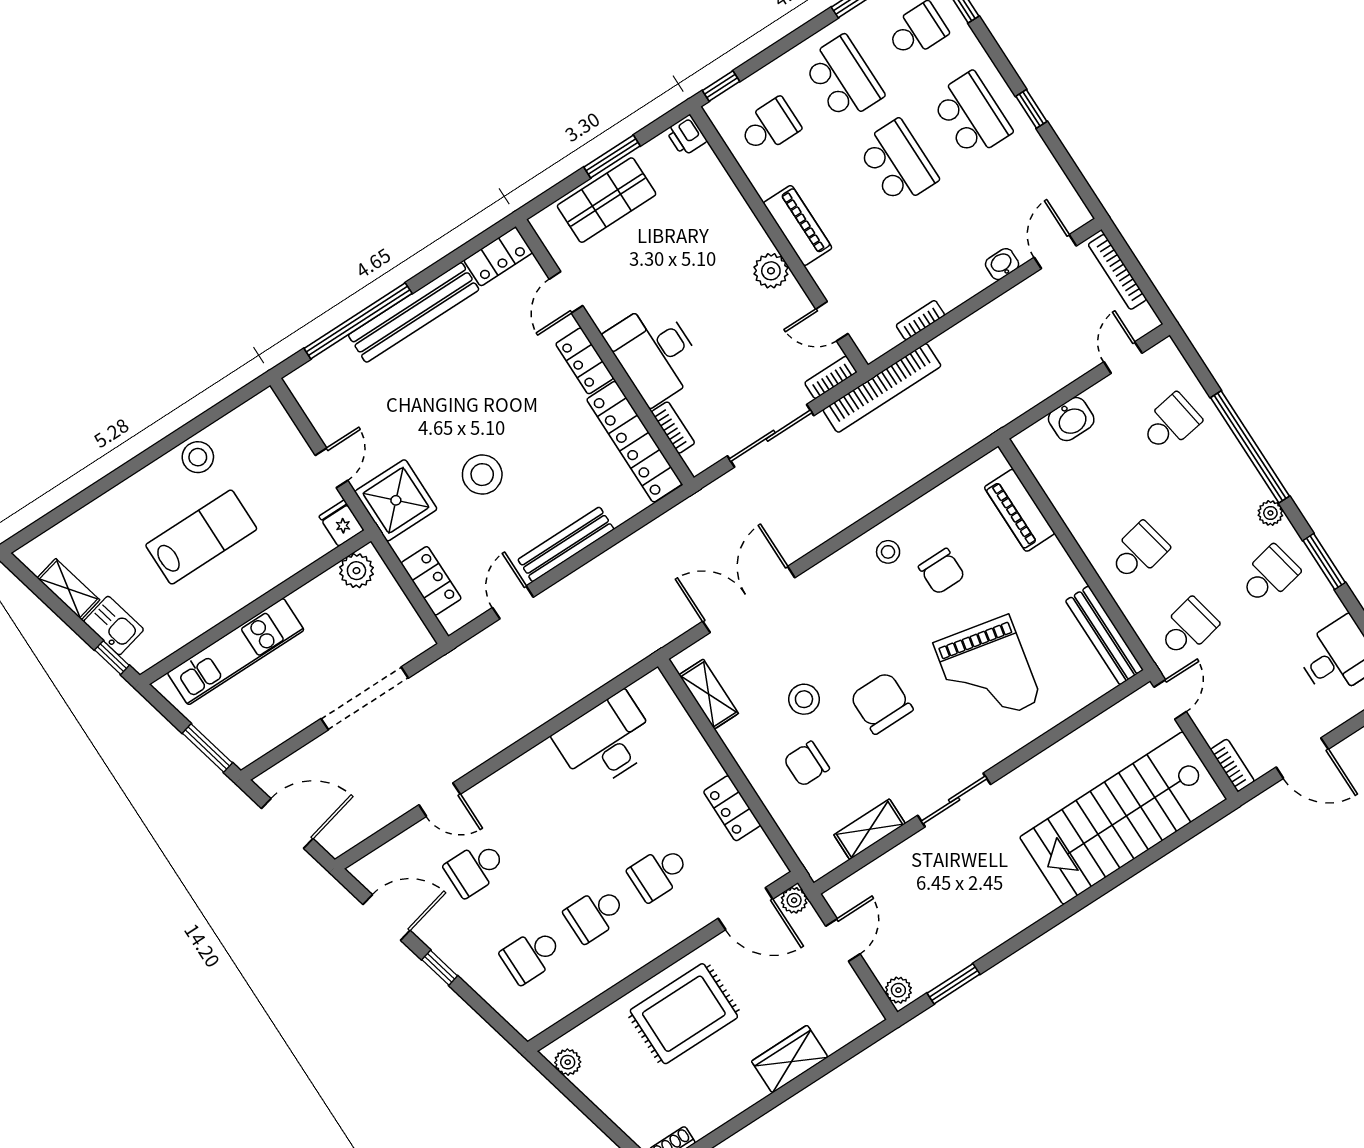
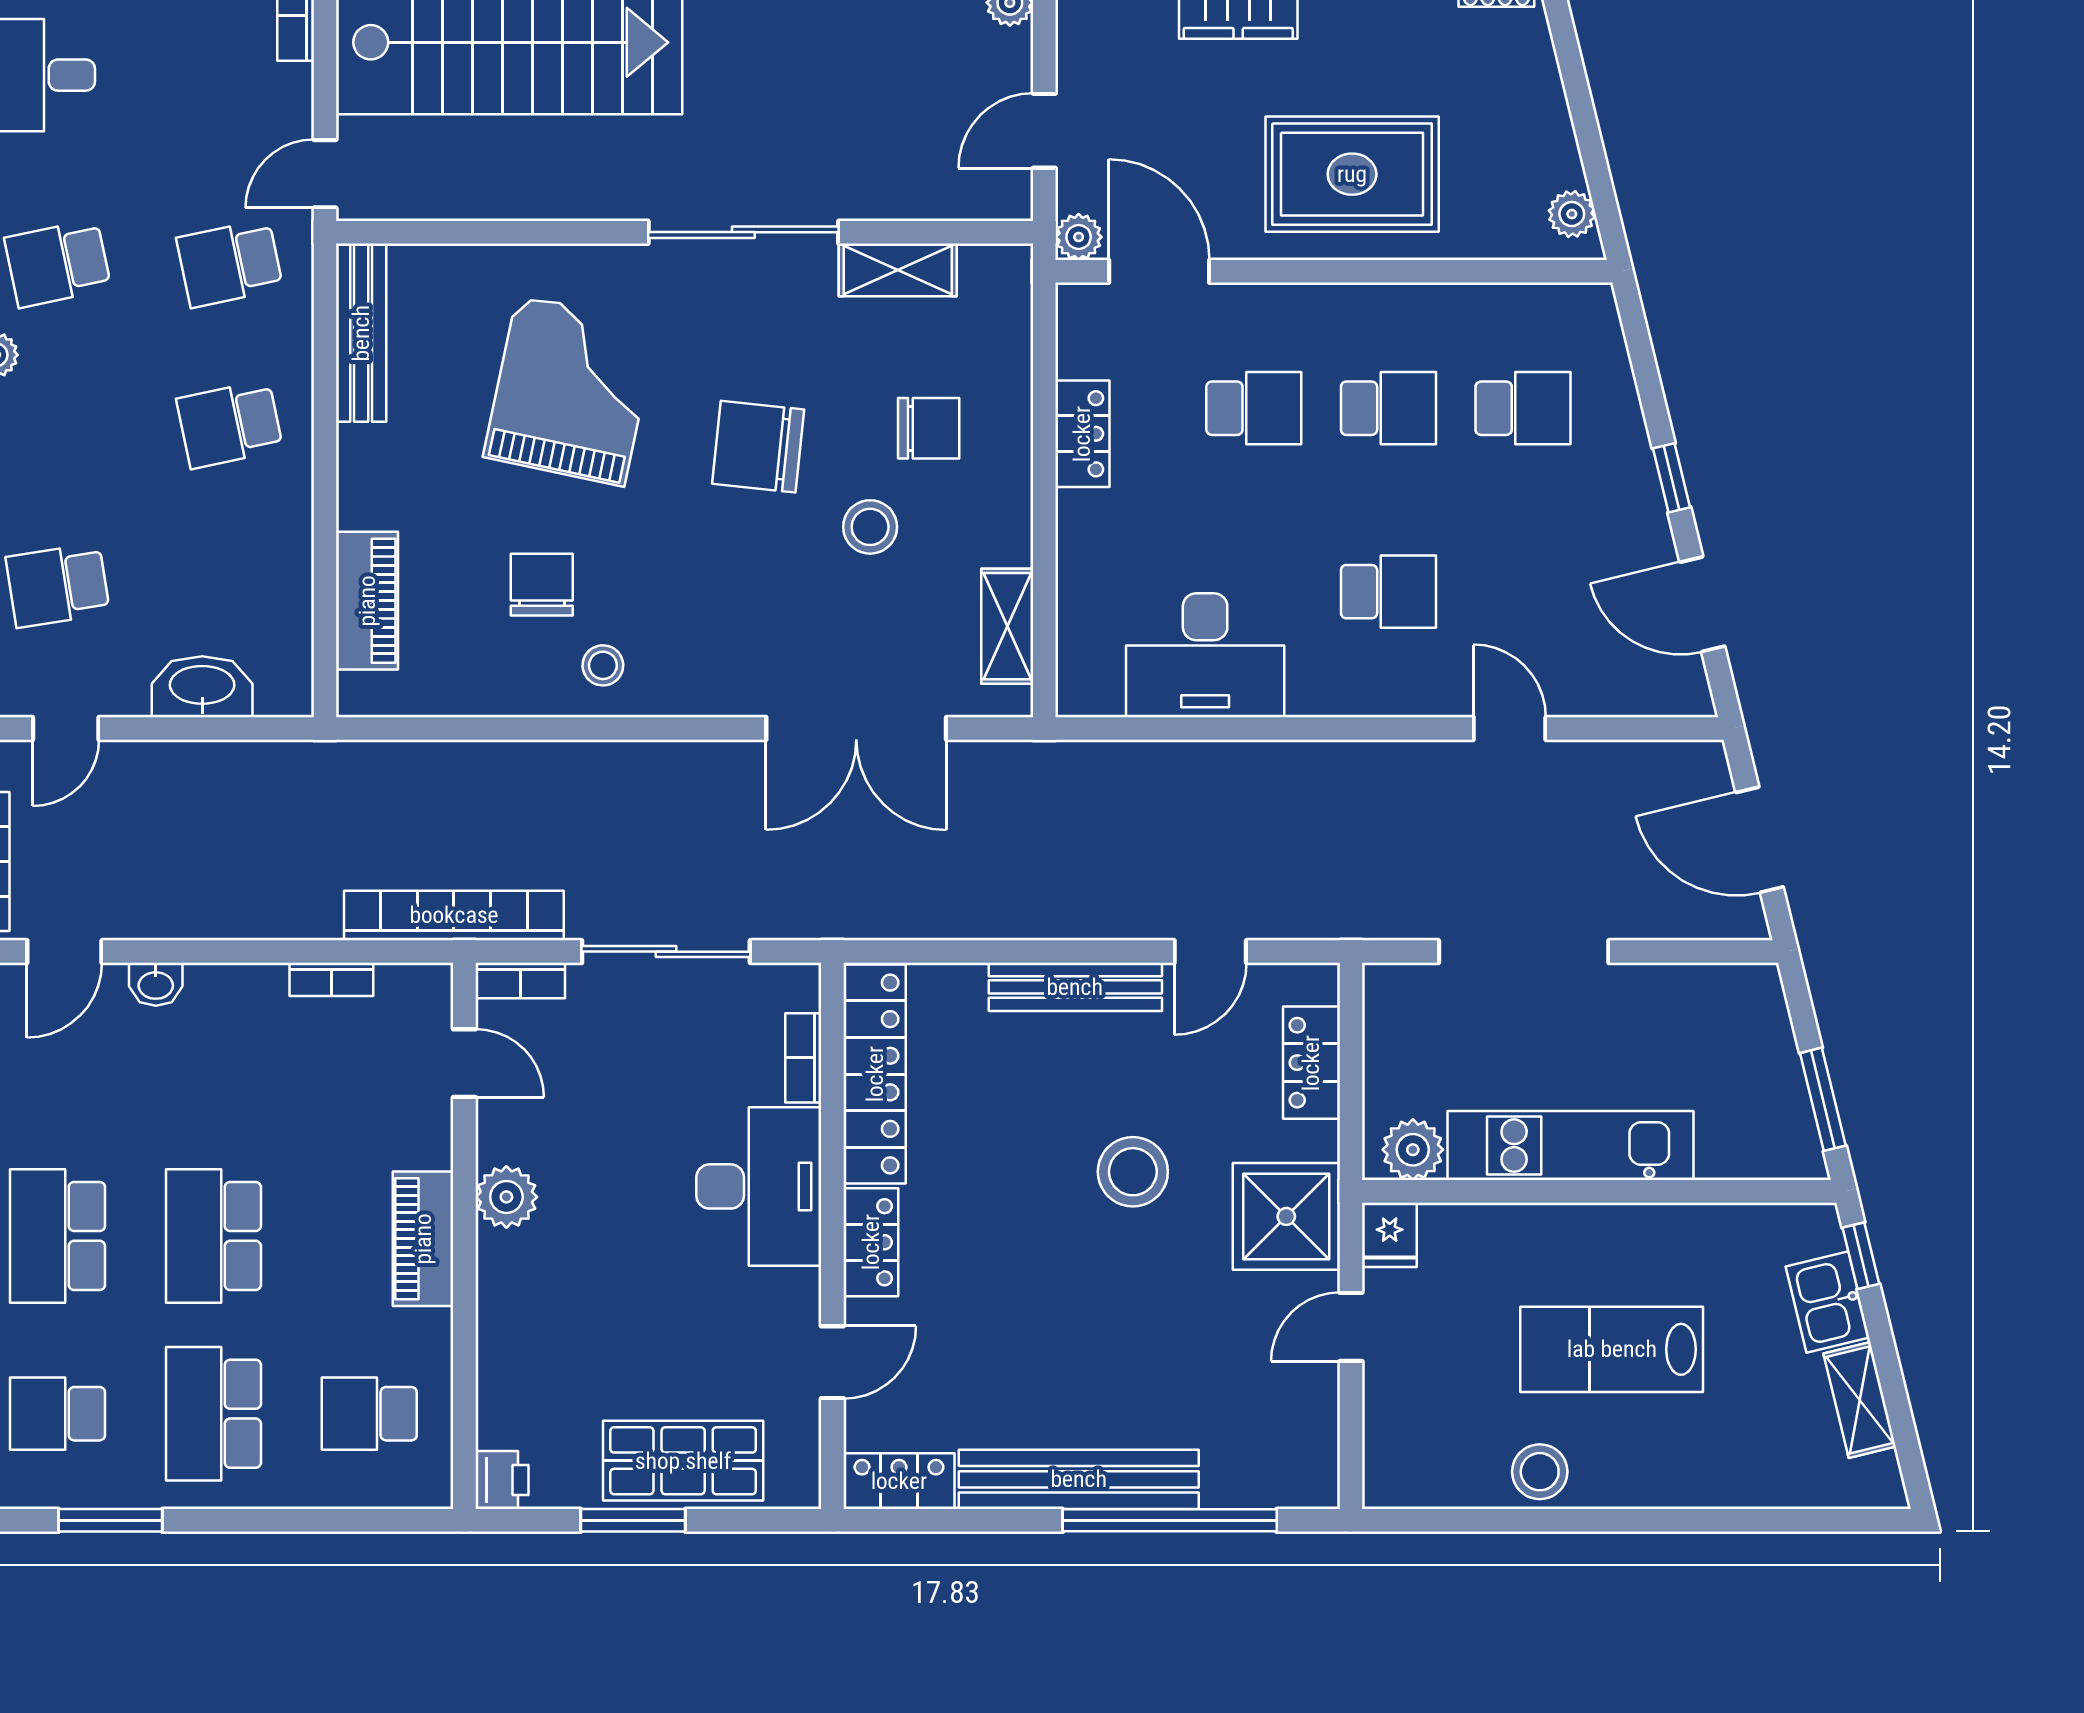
window: (721, 86) -> (403, 1520), removed
washbasin: (1071, 419) -> (202, 687), width x1.38
kitchen unit: (236, 652) -> (1571, 1146), moved
chair: (882, 703) -> (758, 447), turned 96
window: (207, 748) -> (1823, 1099), moved
sliding door: (954, 800) -> (743, 232), width x1.37
school desk: (475, 869) -> (1388, 592), moved

